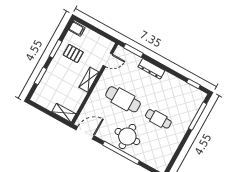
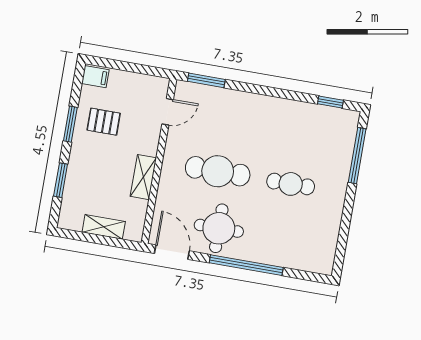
dresser: (151, 69) -> (249, 101), removed
shelving: (89, 80) -> (143, 177), moved
shelving: (64, 113) -> (104, 227), moved
door: (85, 133) -> (172, 252), hinge flipped
round table: (127, 136) -> (219, 228), moved

